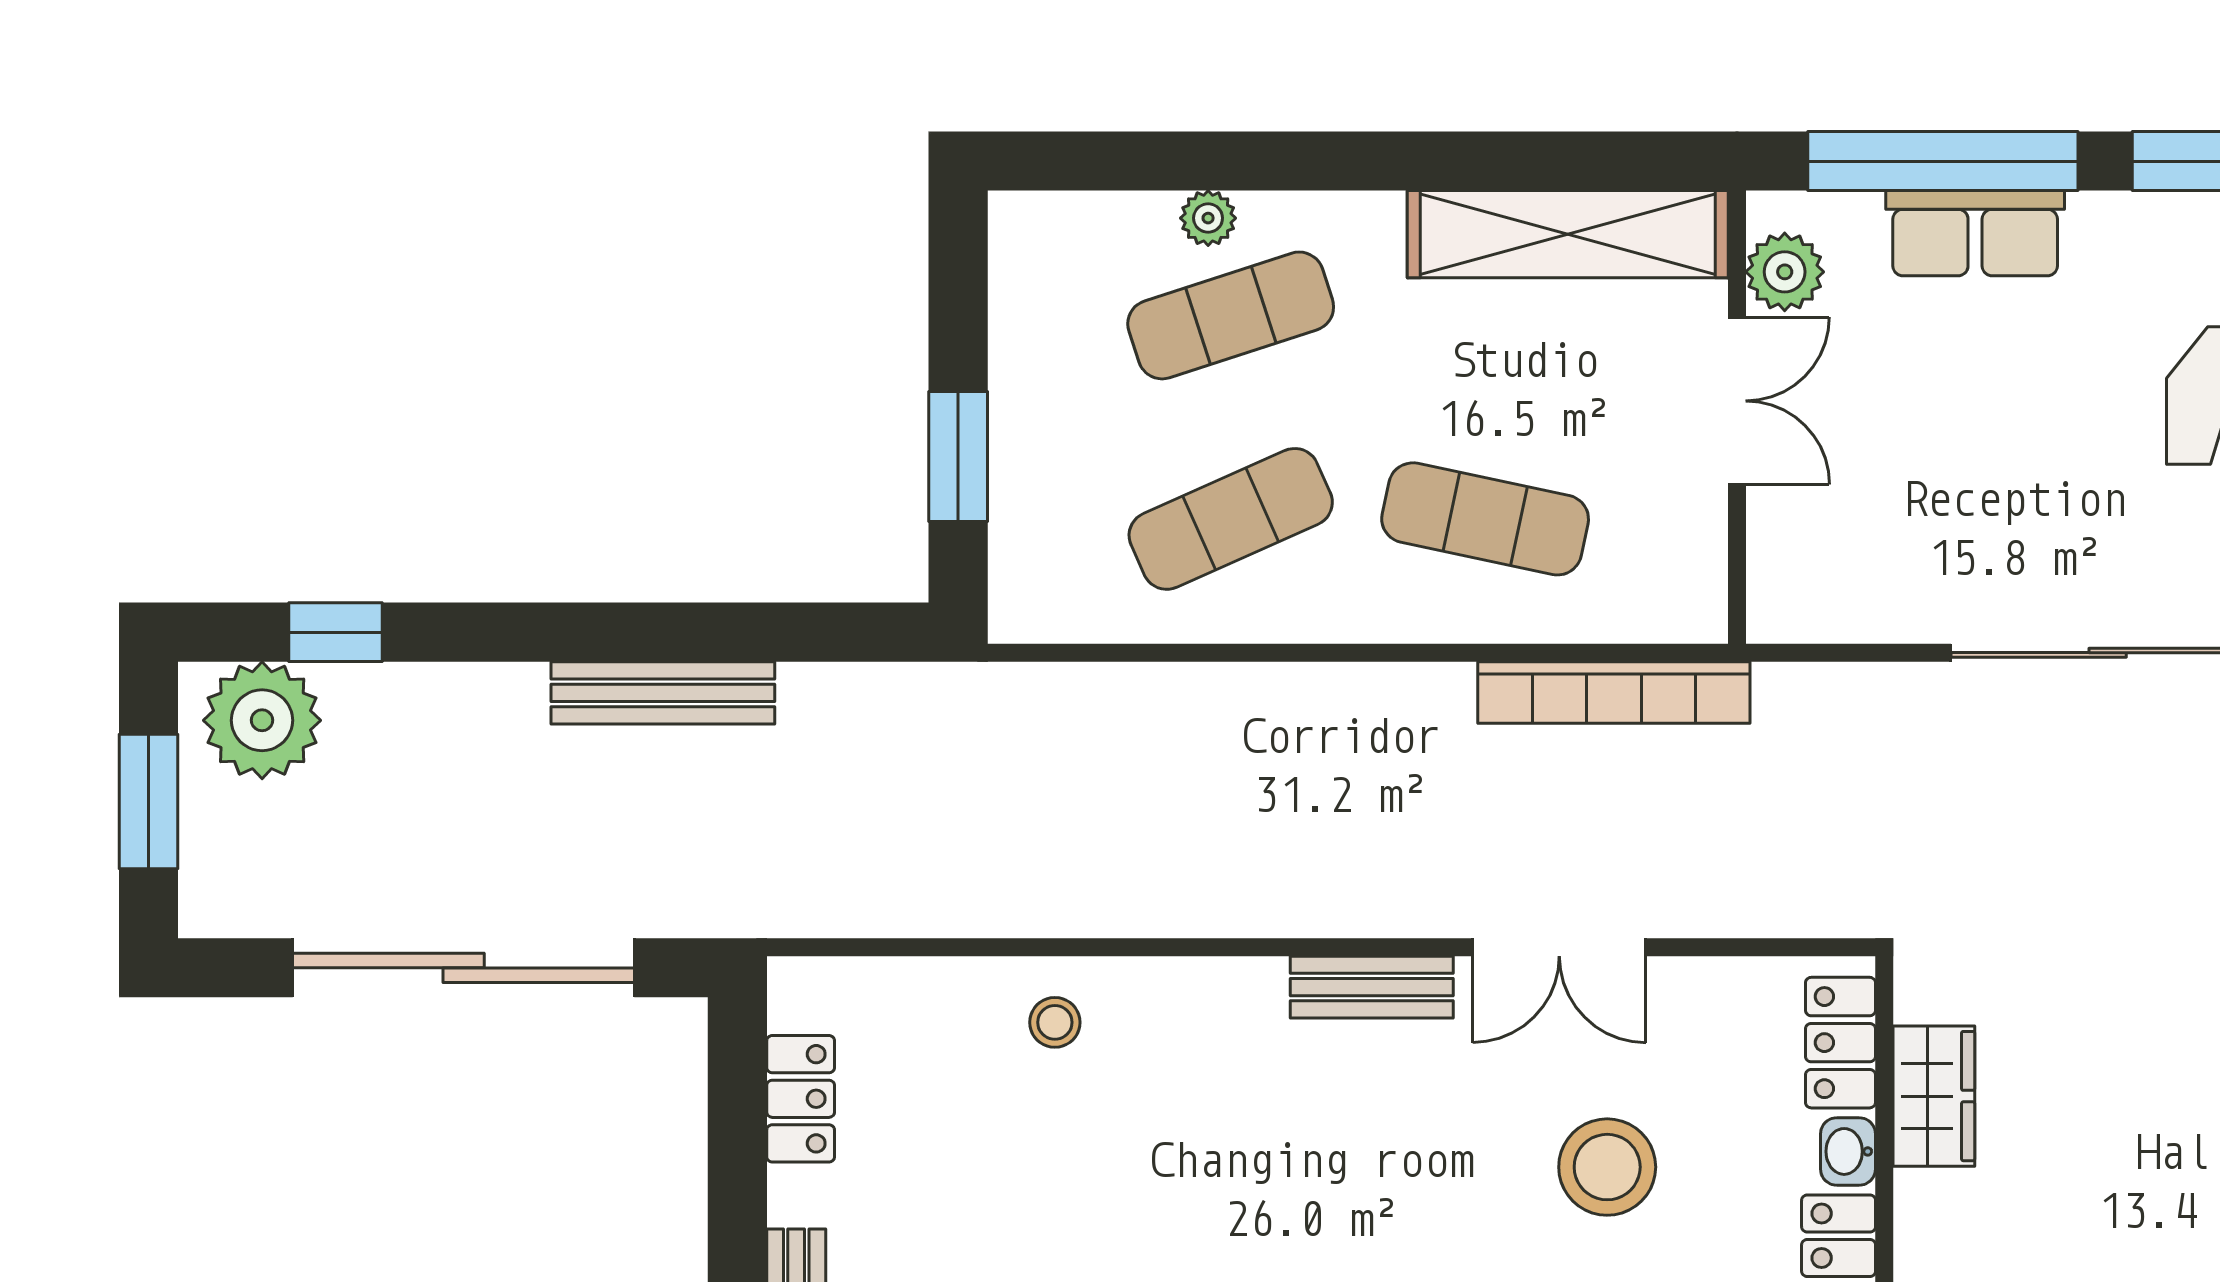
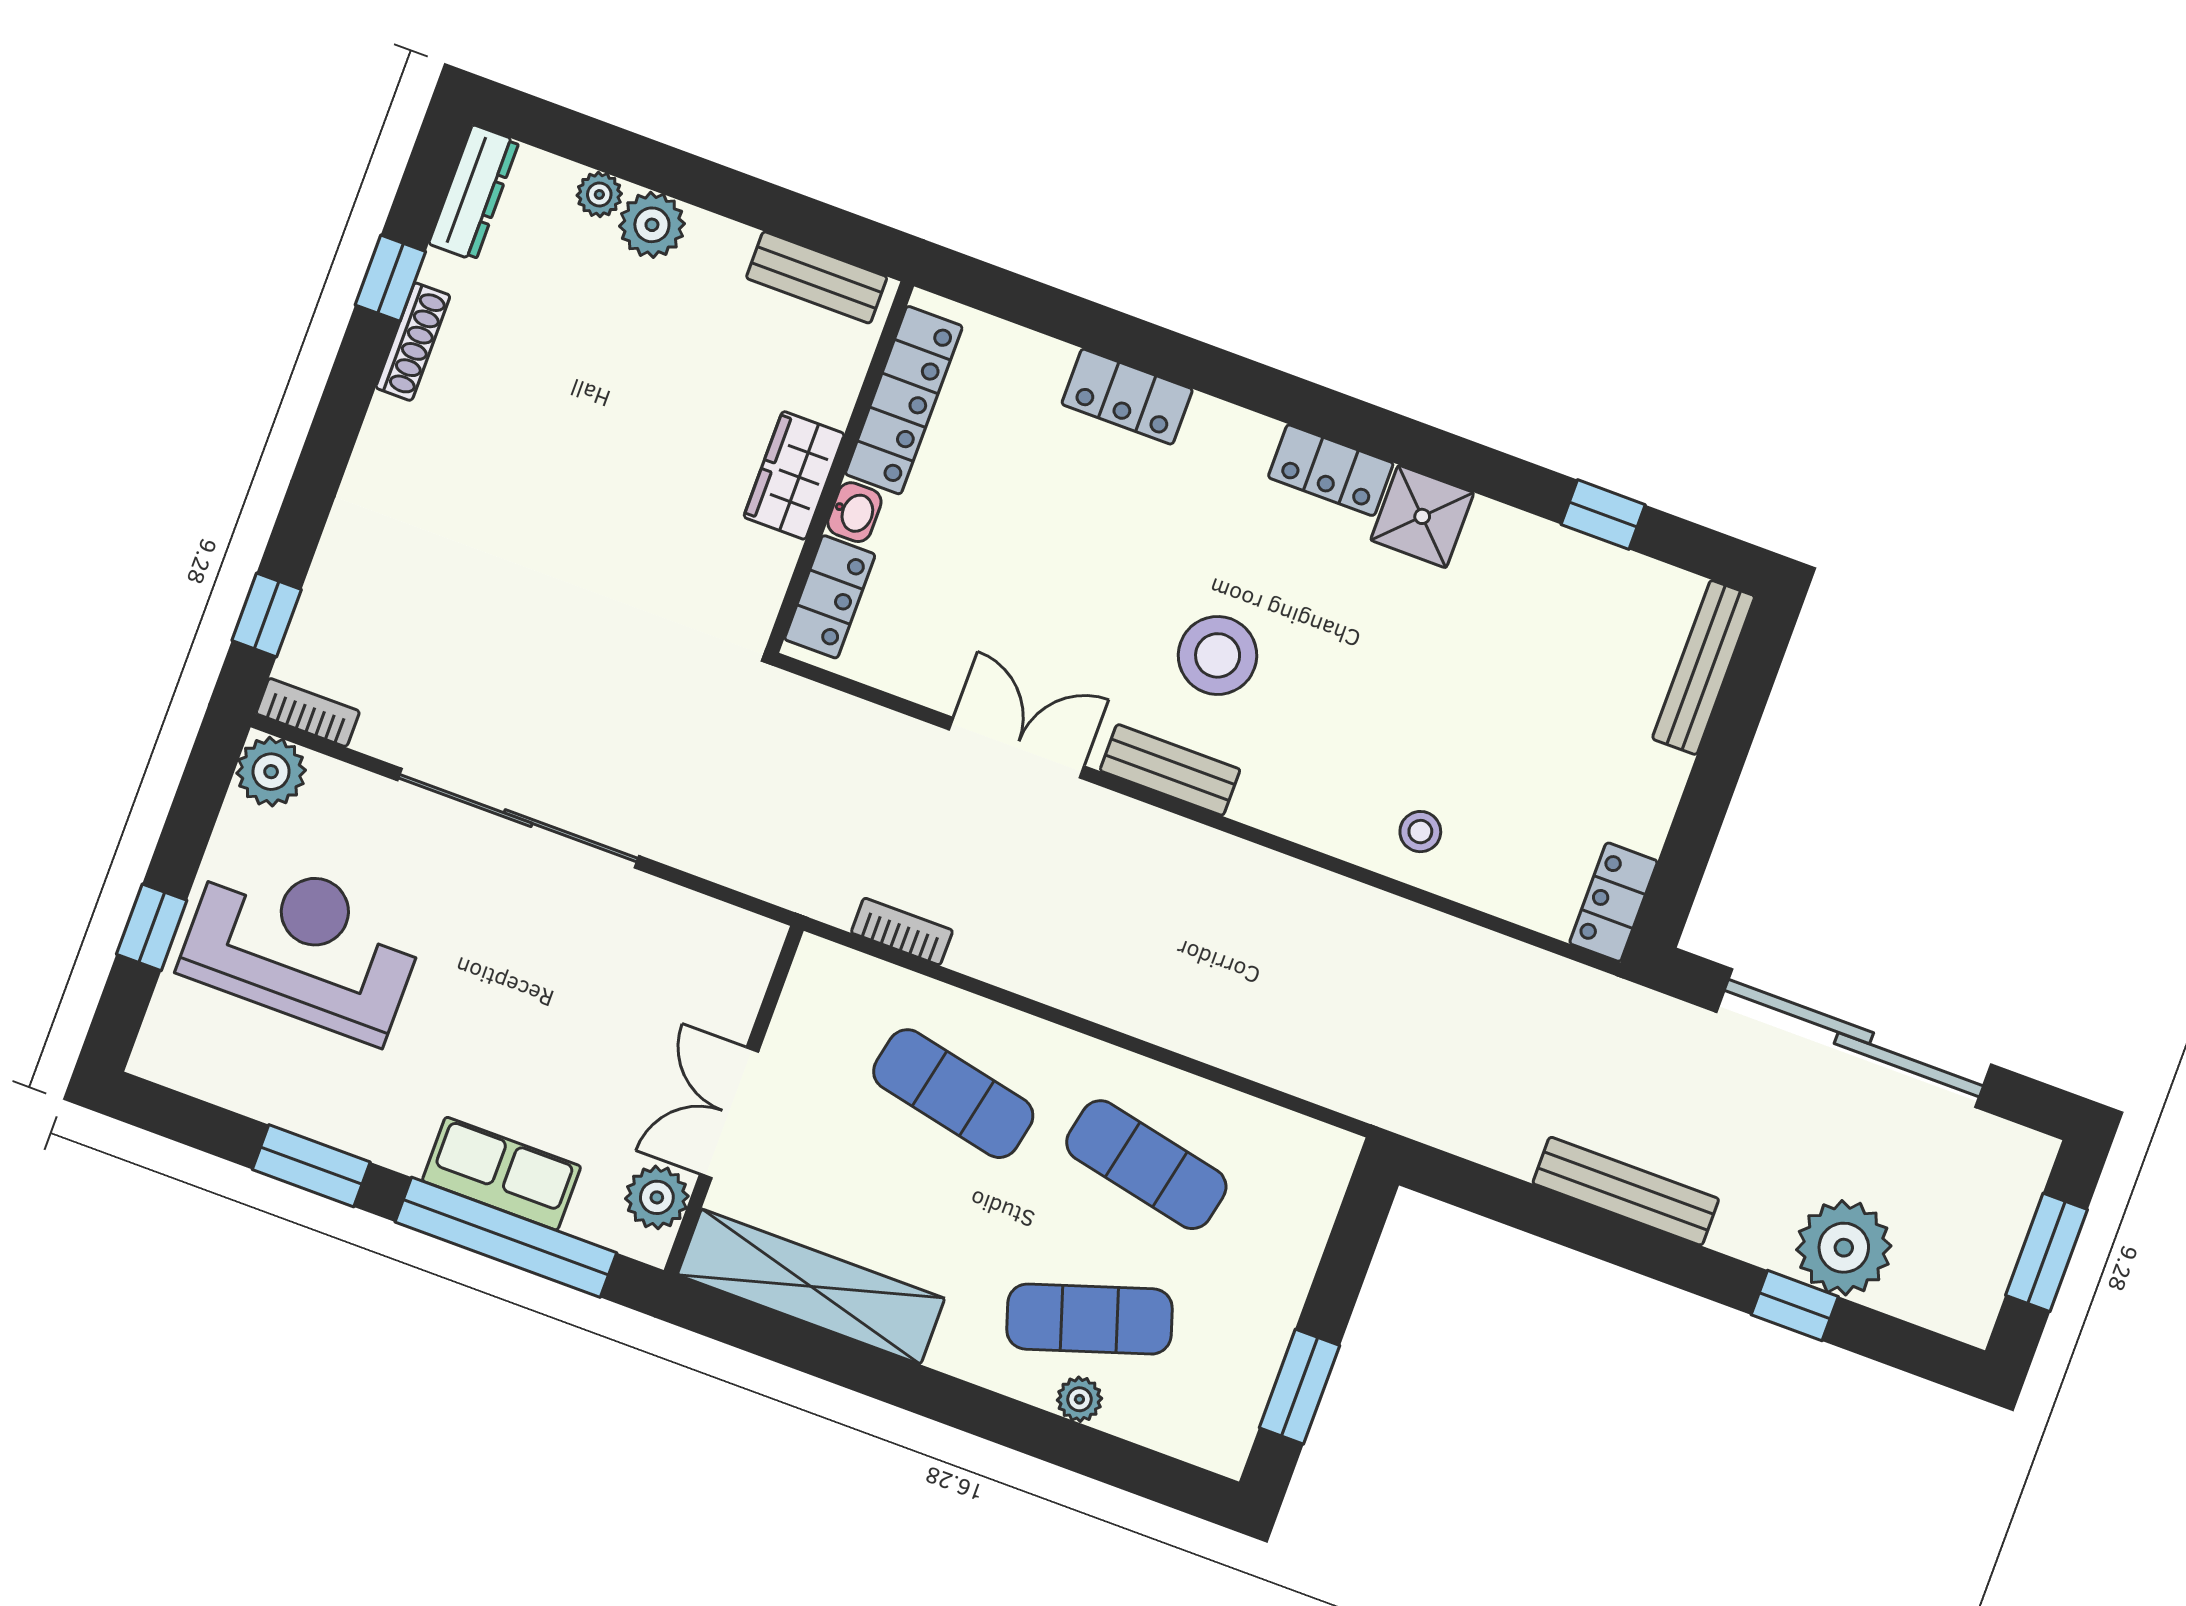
window: (958, 456) -> (1299, 1387), moved
exercise mat: (1231, 519) -> (1146, 1165), turned 36
window: (336, 632) -> (1795, 1306), moved
bookcase: (1614, 692) -> (902, 931), width x0.43, depth x0.76
plant: (262, 720) -> (1844, 1248), moved
wardrobe: (1934, 1096) -> (794, 475), moved
locker: (801, 1099) -> (1613, 902), moved
stool: (1607, 1167) -> (1218, 655), moved

